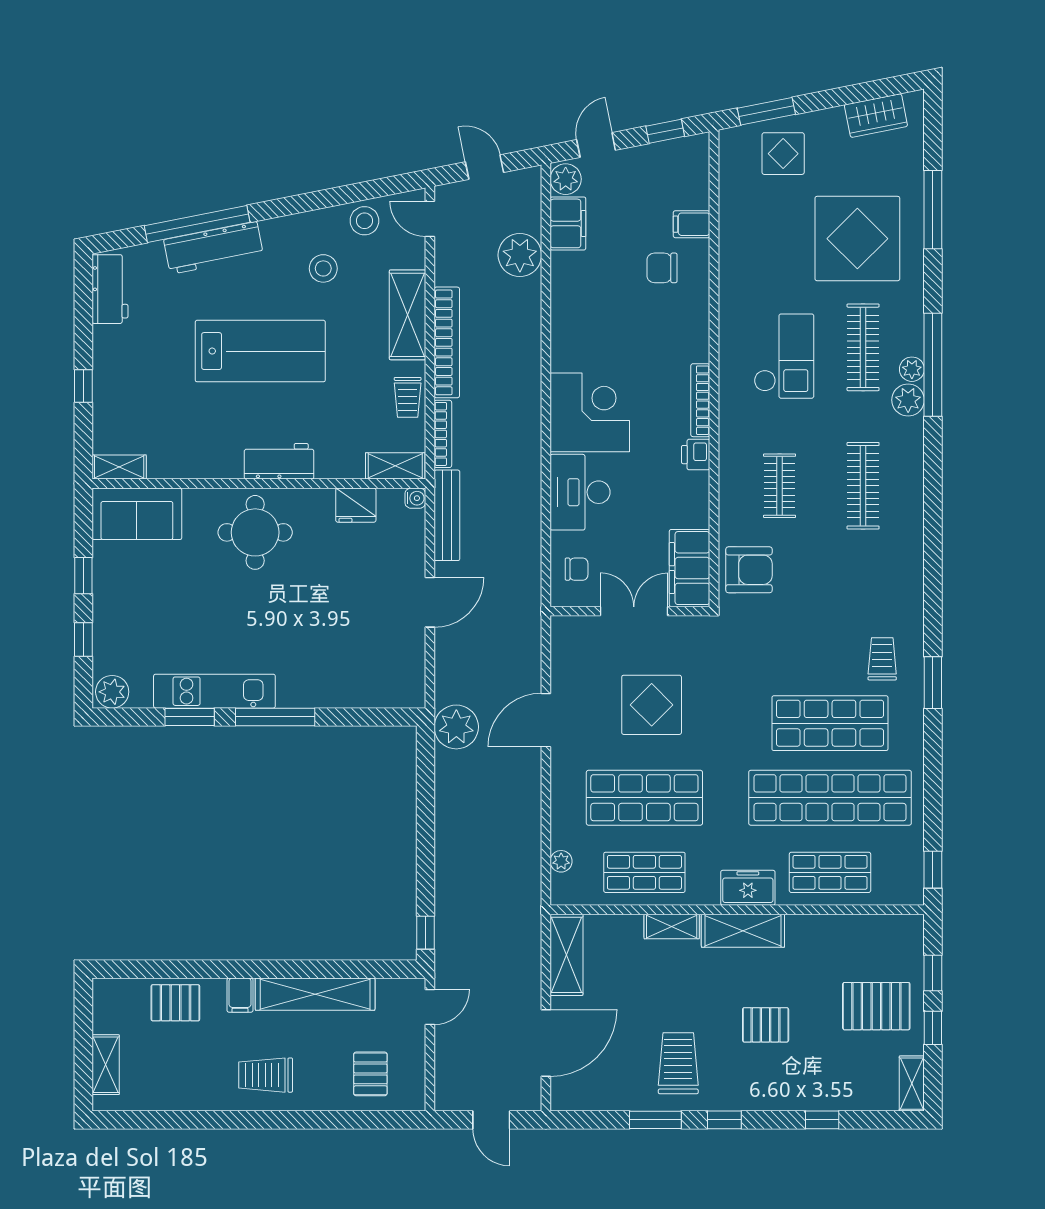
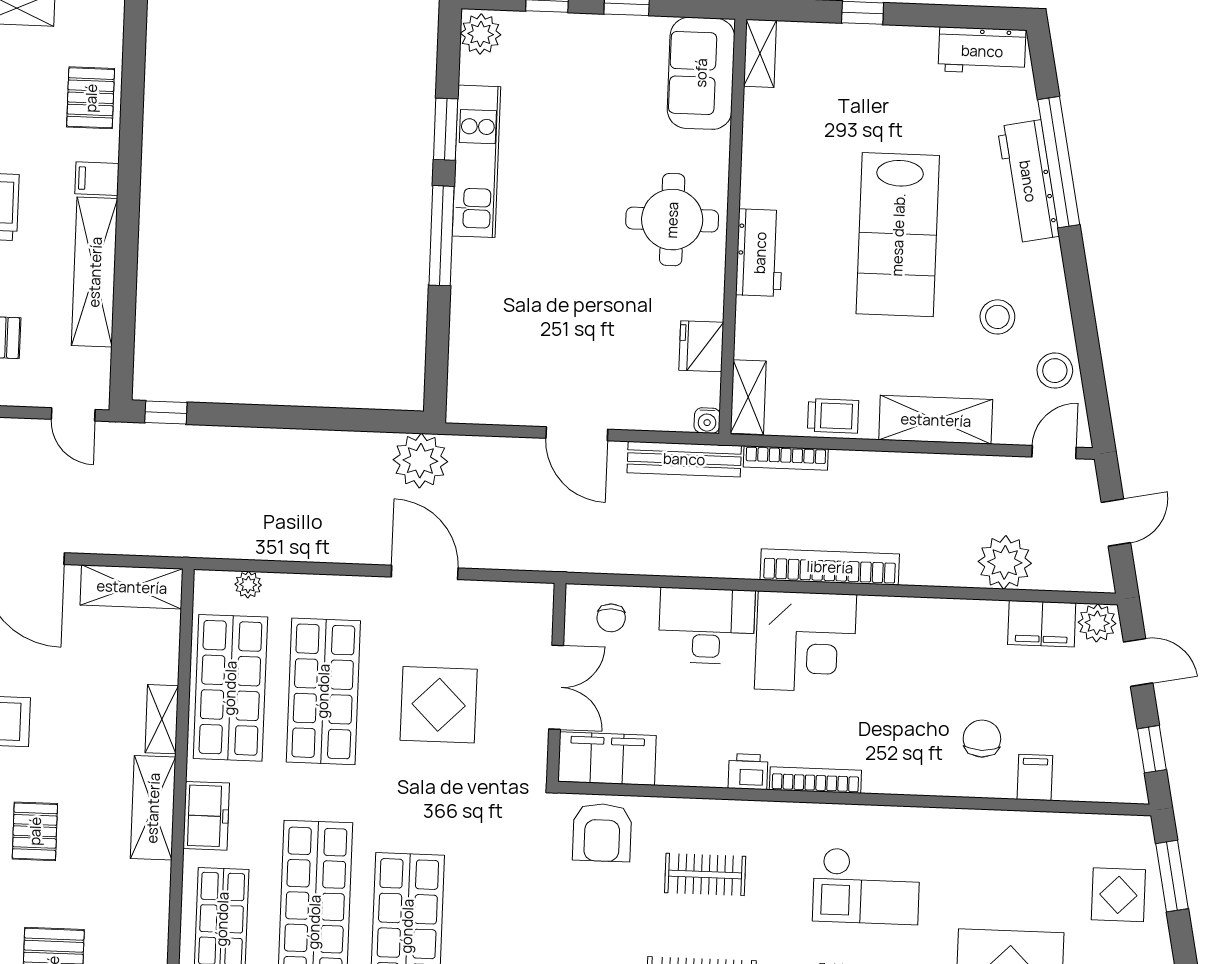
bookcase: (447, 342) -> (830, 567), moved, turned 180
trolley: (408, 397) -> (833, 416), turned 180
shop shelf: (644, 872) -> (230, 688), width x1.43, depth x1.36

